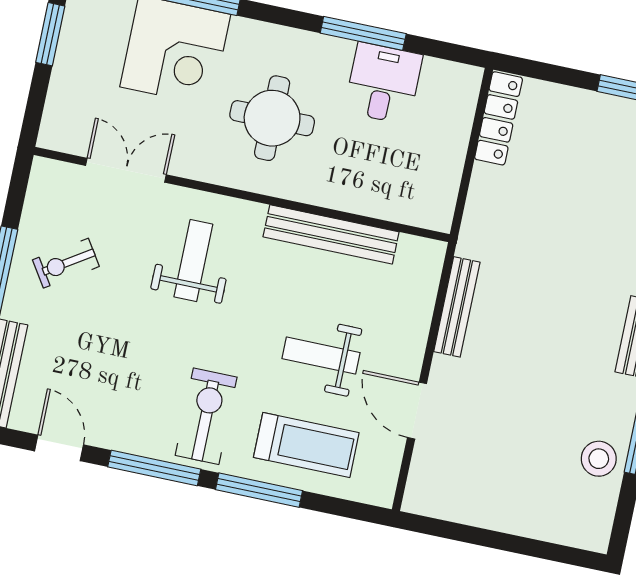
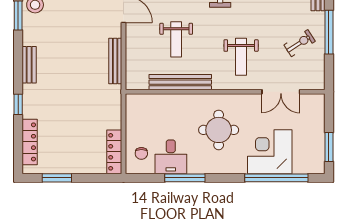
chair: (443, 103) -> (141, 153), added
weight bench: (321, 356) -> (176, 39), moved, turned 90

